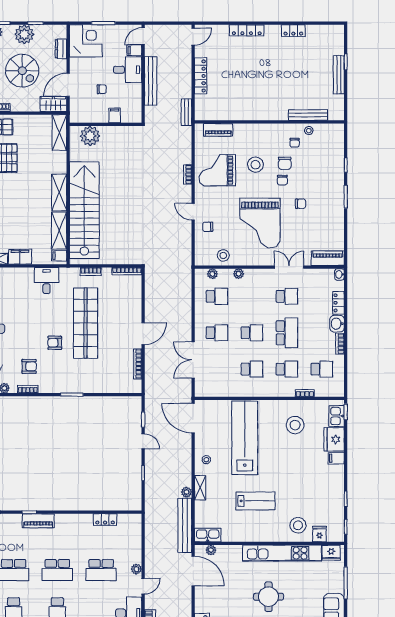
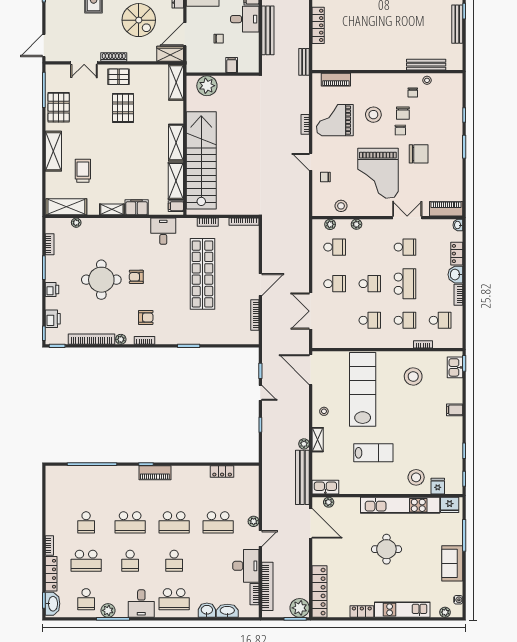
chair: (300, 204) -> (419, 154), width x1.87, depth x1.87
armchair: (55, 343) -> (136, 277), moved
fridge: (334, 439) -> (452, 391), removed

